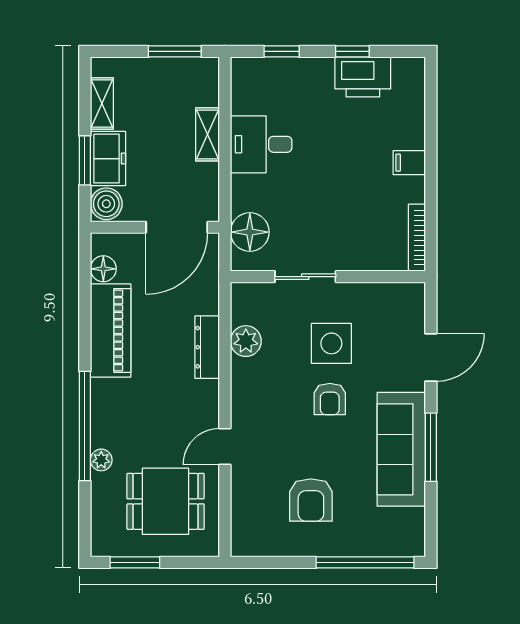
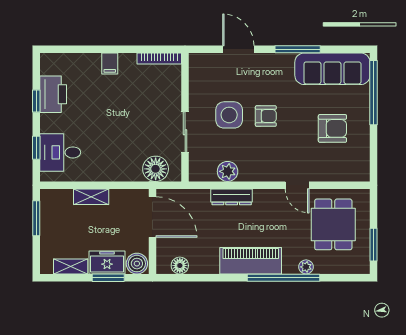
desk: (261, 144) -> (60, 152), moved, turned 90
piano: (111, 330) -> (251, 261), moved
sofa: (401, 449) -> (332, 69), moved

